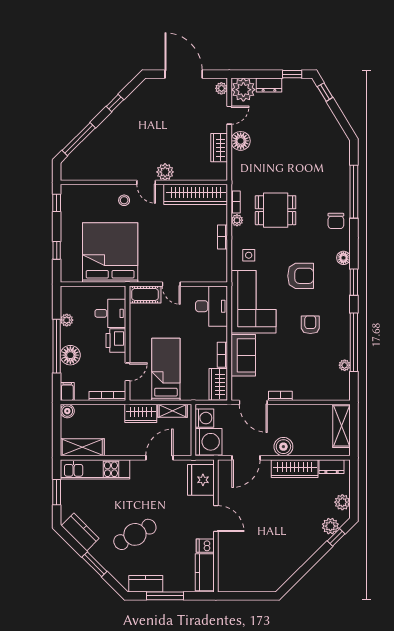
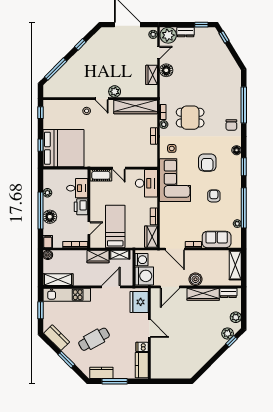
bed: (110, 253) -> (63, 148), moved, turned 90
armchair: (301, 276) -> (207, 163), turned 90
sofa: (243, 355) -> (217, 240), moved, turned -90

